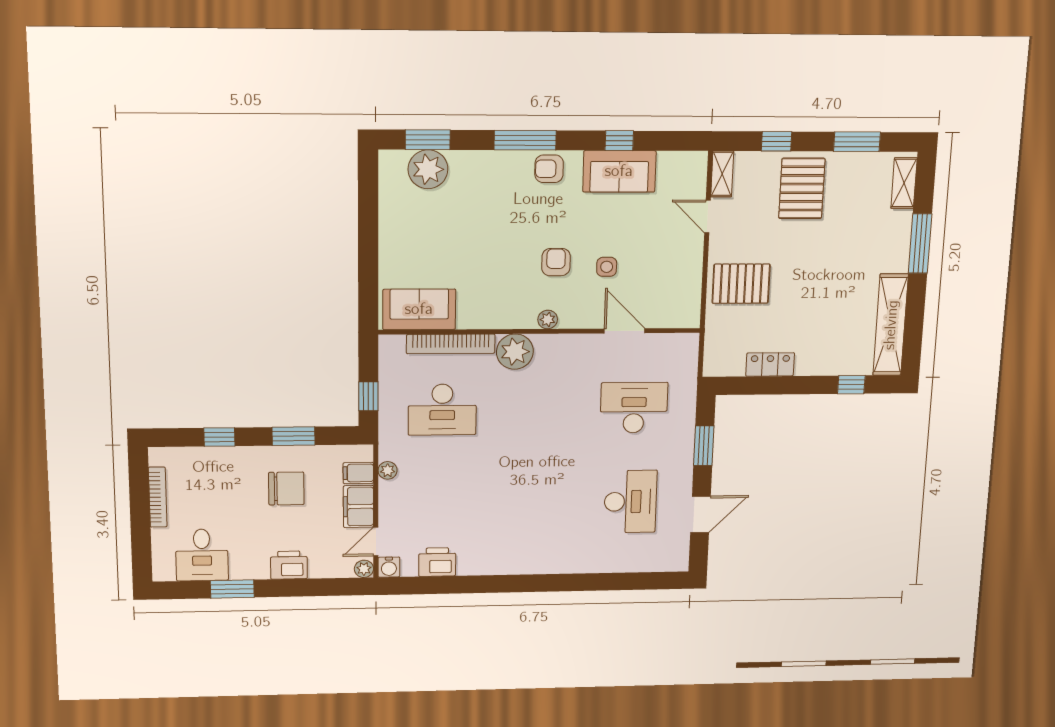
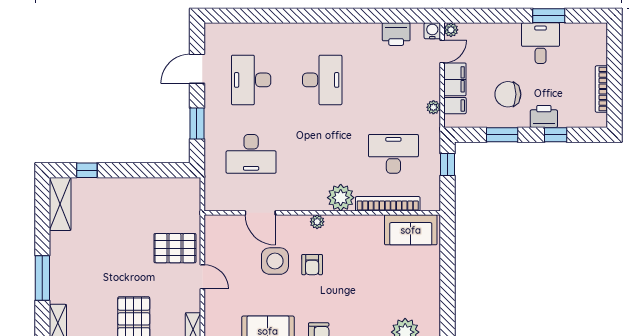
door: (707, 217) -> (202, 277), moved
side table: (607, 267) -> (275, 261), width x1.87, depth x1.87
shelving: (891, 325) -> (60, 204), width x0.68
locker: (770, 364) -> (150, 186), removed
desk: (536, 503) -> (322, 80), added
desk: (202, 555) -> (541, 43), moved
printer: (289, 565) -> (544, 116), moved, turned 180

